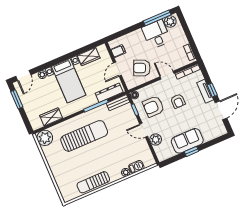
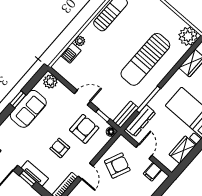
door: (167, 75) -> (86, 171), hinge flipped
plant: (156, 139) -> (50, 82), moved

